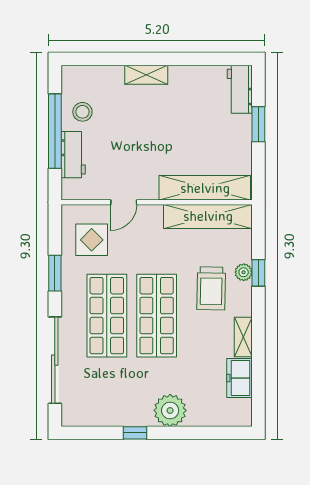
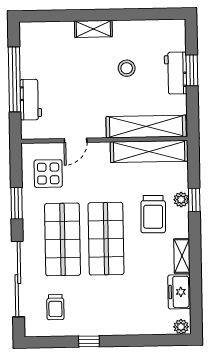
workbench: (240, 89) -> (176, 73), moved
stool: (82, 112) -> (127, 68), moved
trolley: (97, 393) -> (55, 307), added
plant: (170, 410) -> (181, 327), moved, width x0.53, depth x0.53

